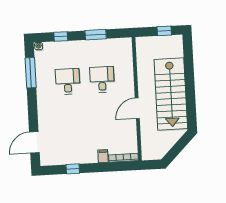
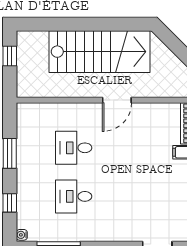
door: (137, 108) -> (117, 100), hinge flipped

